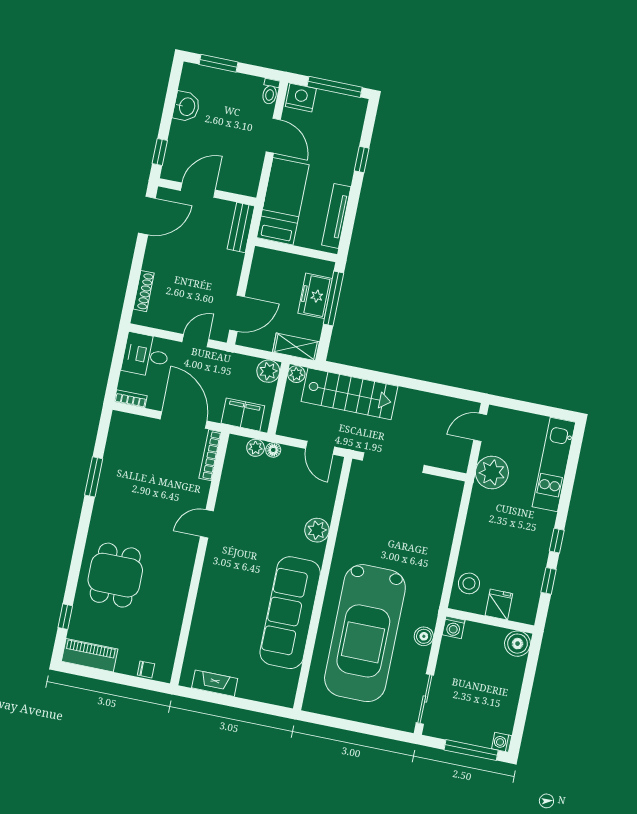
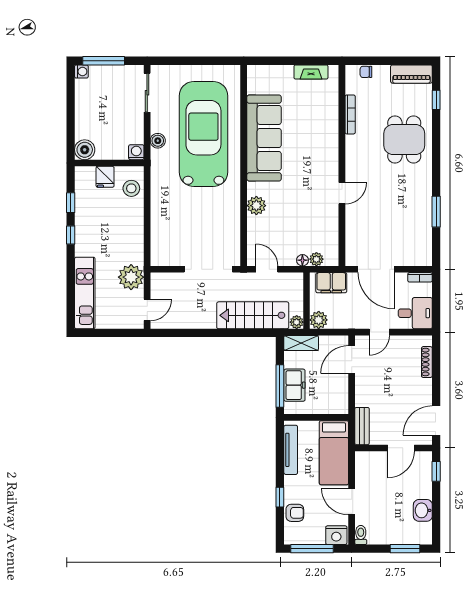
armchair: (347, 136) -> (295, 513), added
bookcase: (210, 455) -> (350, 114), moved

